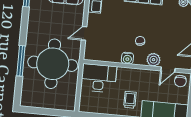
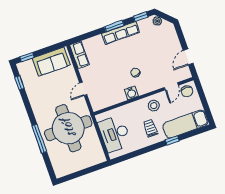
plant: (154, 60) -> (155, 84), removed
desk: (99, 78) -> (115, 134), moved, turned -90
stool: (143, 80) -> (154, 106), added

